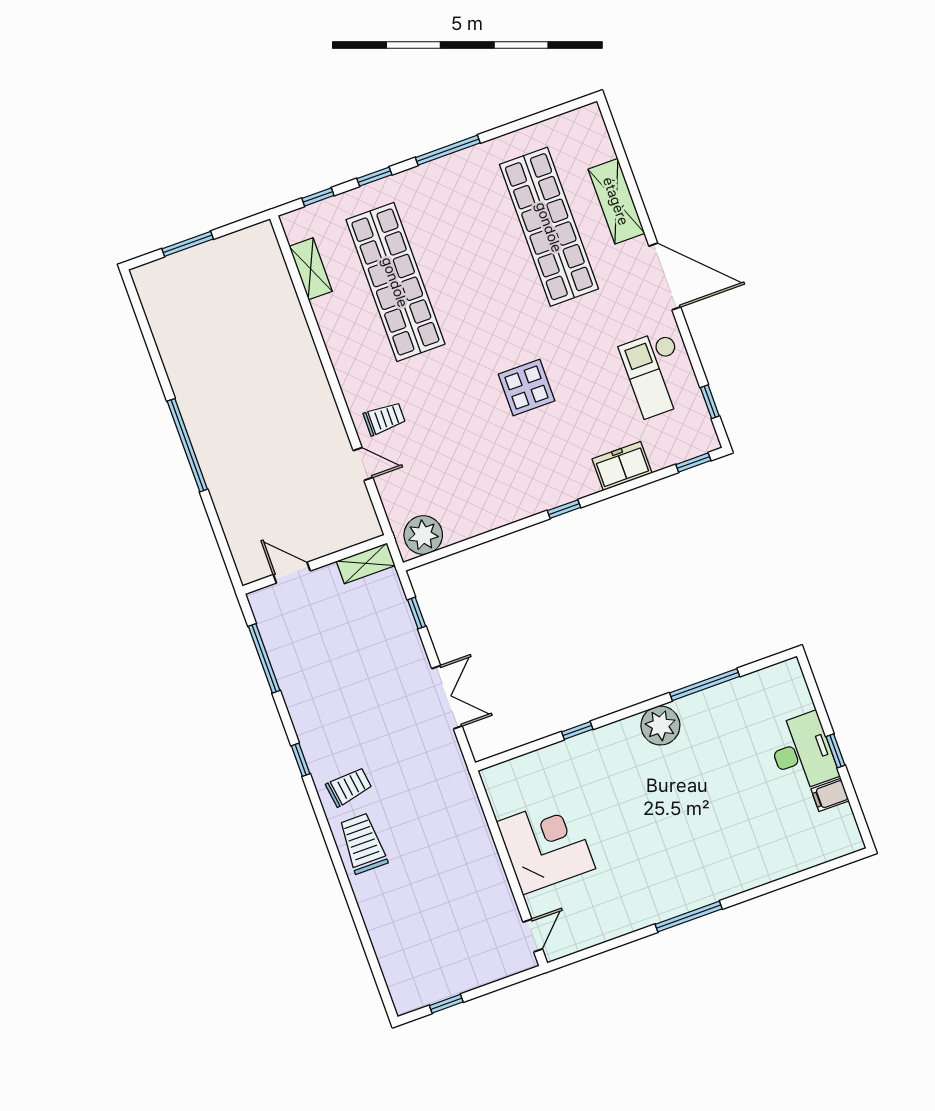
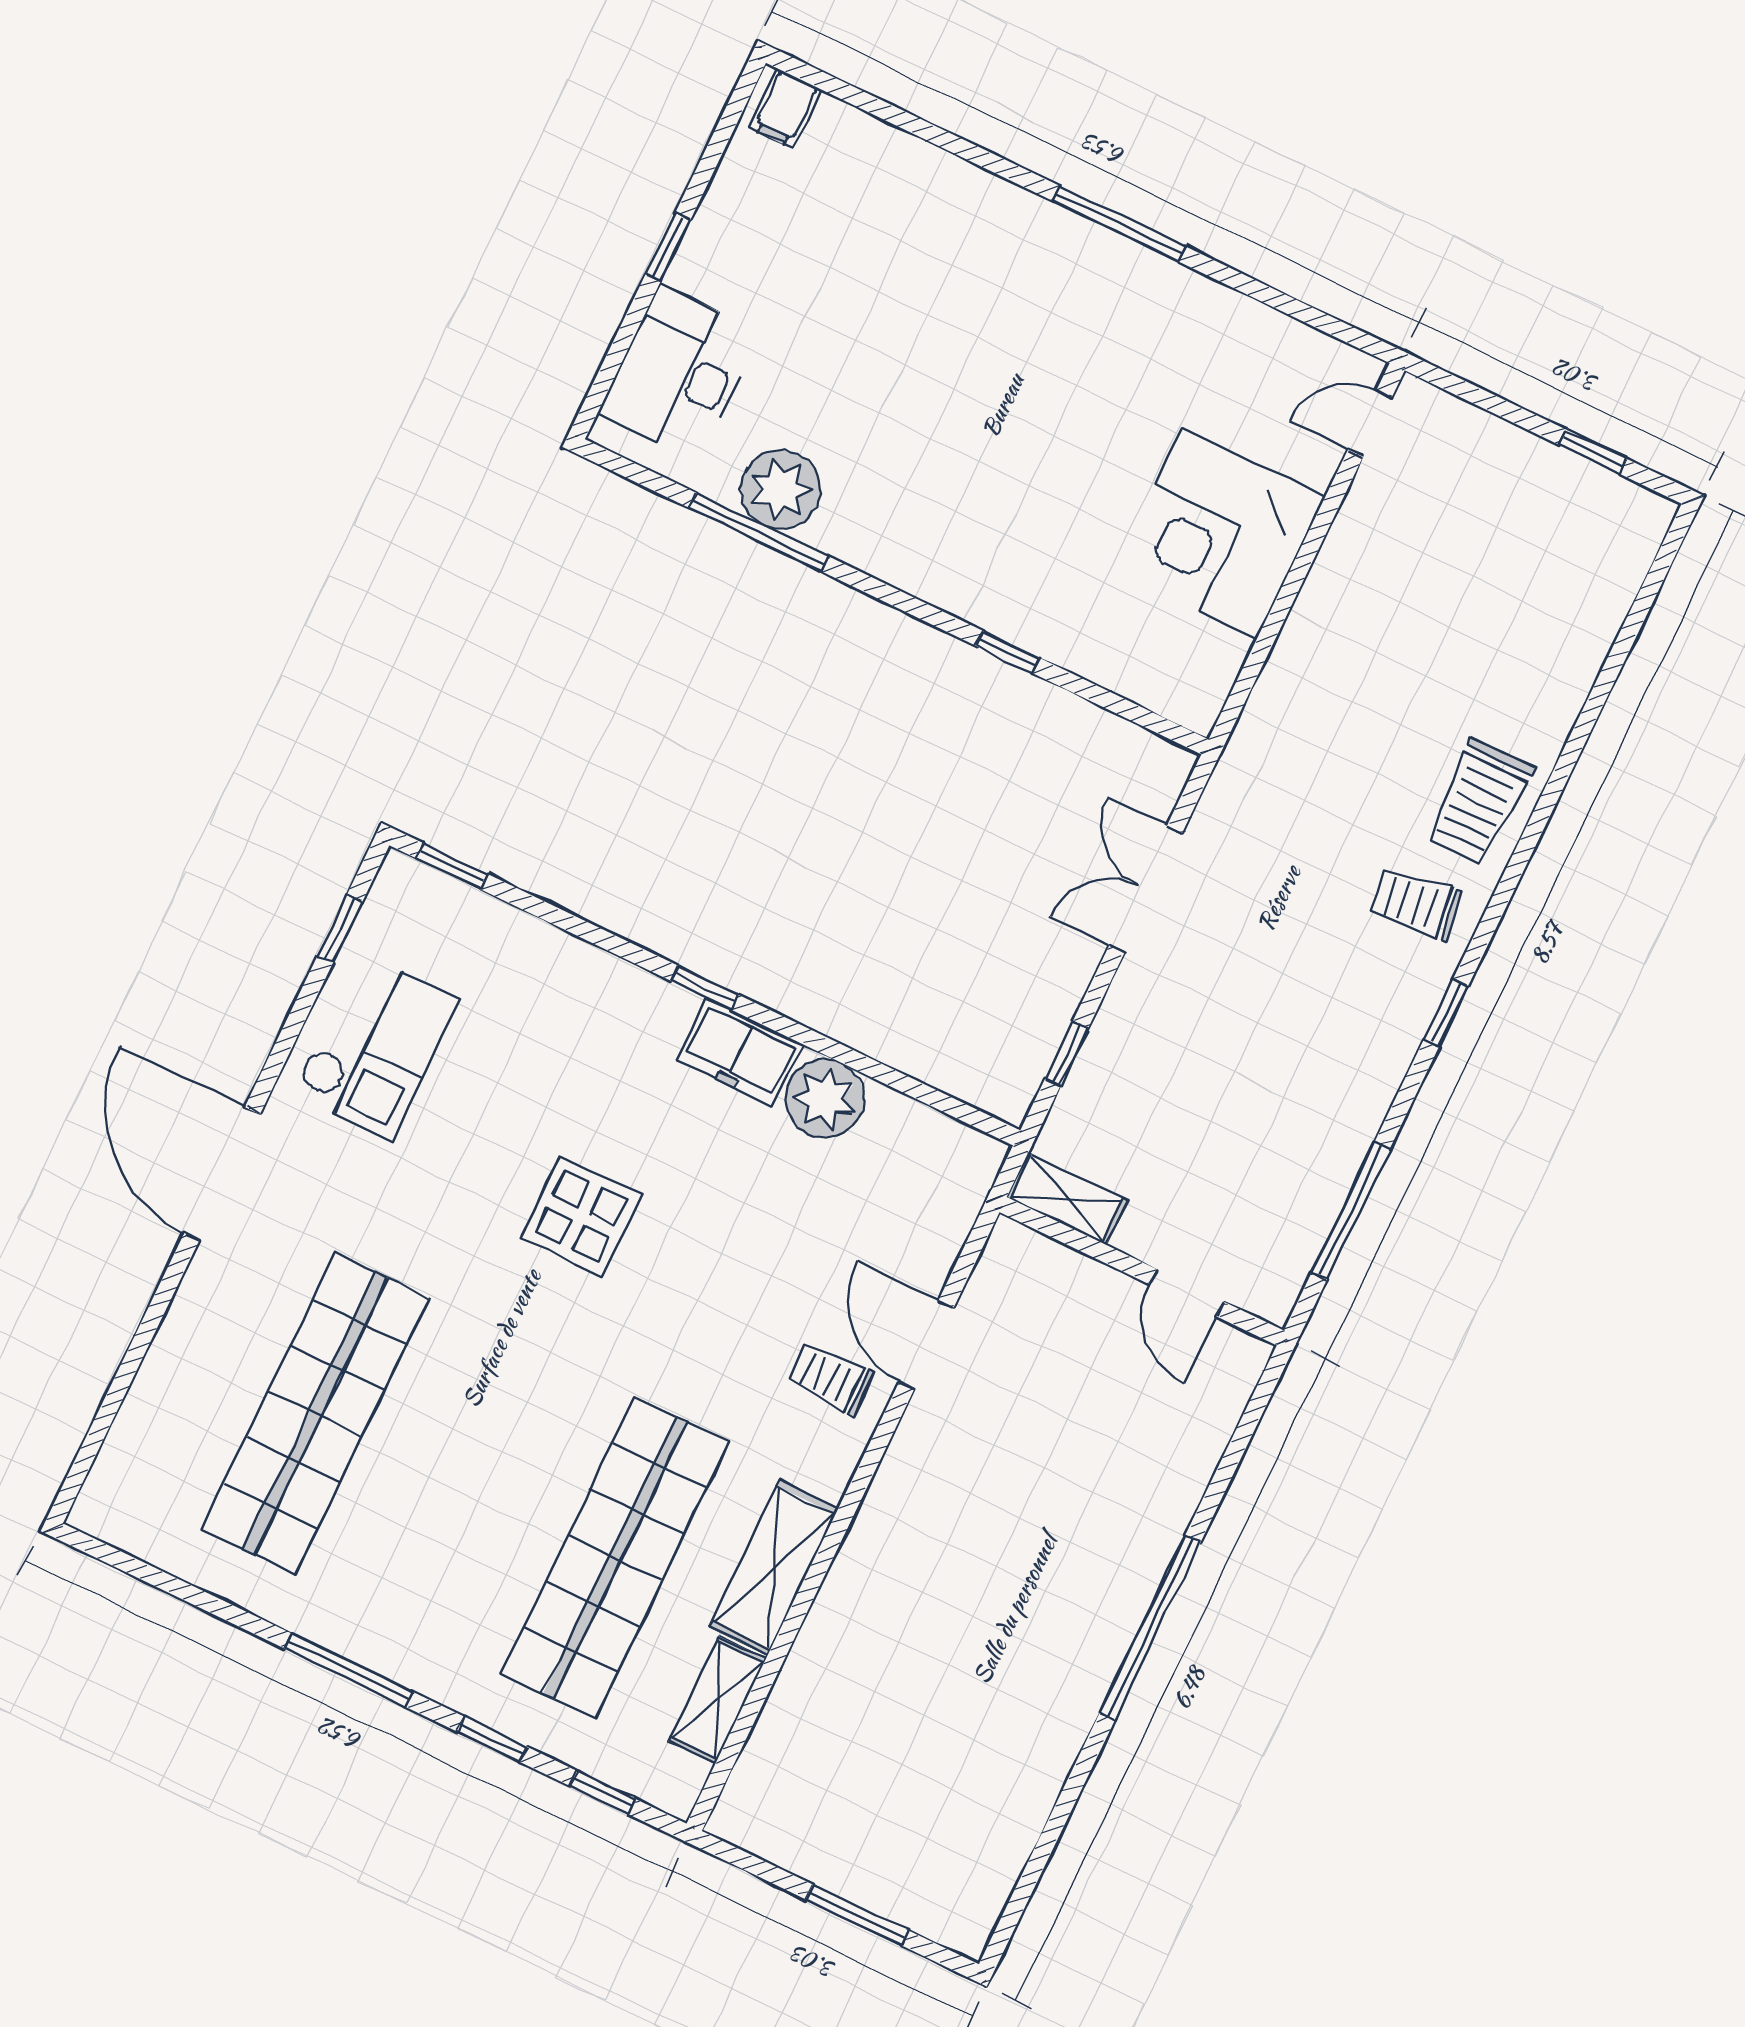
shelving: (616, 201) -> (774, 1568), moved
door: (363, 464) -> (926, 1345), width x1.38
freezer: (622, 466) -> (740, 1052), moved
plant: (423, 535) -> (825, 1098), moved
plant: (660, 725) -> (781, 489), moved
desk: (802, 752) -> (679, 373), moved
filing cabinet: (830, 795) -> (785, 109), moved, turned 90

